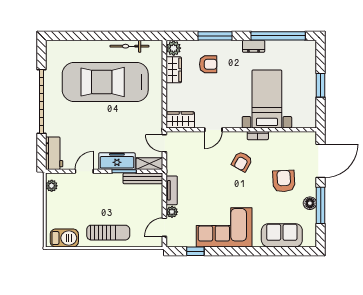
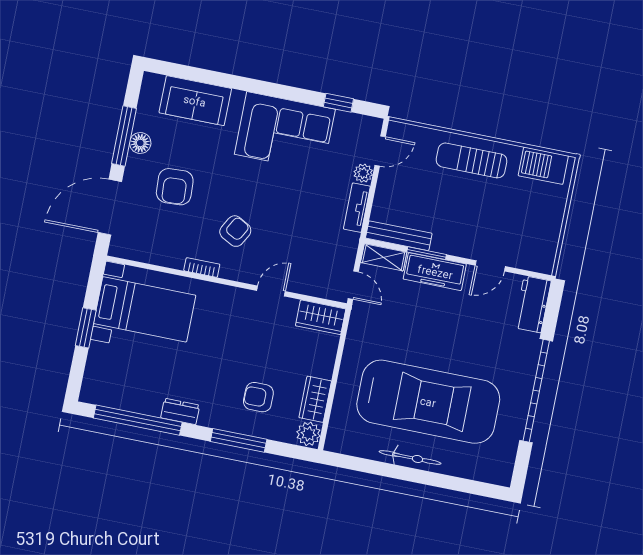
bicycle: (129, 46) -> (410, 457), moved
bed with nightstands: (267, 99) -> (145, 309), moved, turned -90
plant: (52, 186) -> (547, 253), removed

